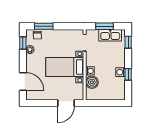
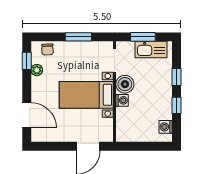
window: (44, 26) -> (78, 37), moved
window: (128, 42) -> (176, 77), moved
washing machine: (120, 72) -> (166, 127), moved
boiler: (92, 82) -> (125, 84), moved

